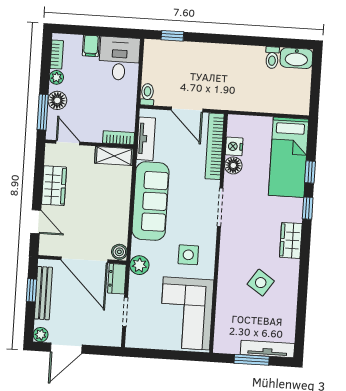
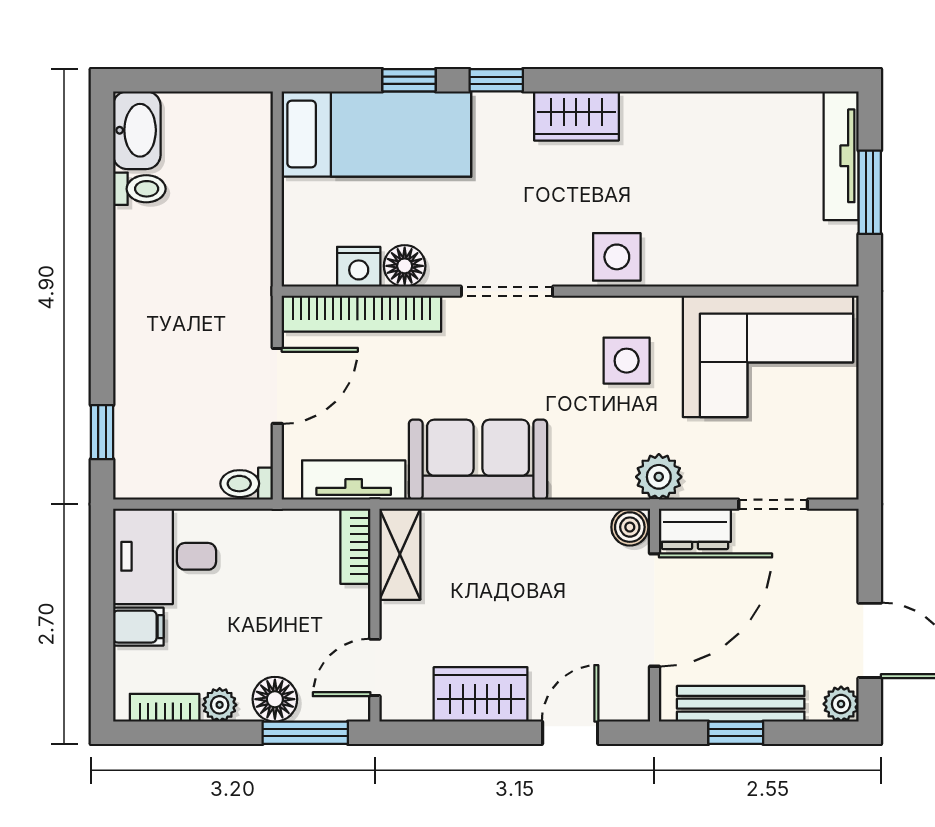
sofa: (151, 201) -> (478, 460), width x0.73
side table: (261, 283) -> (617, 257), moved, turned -34

